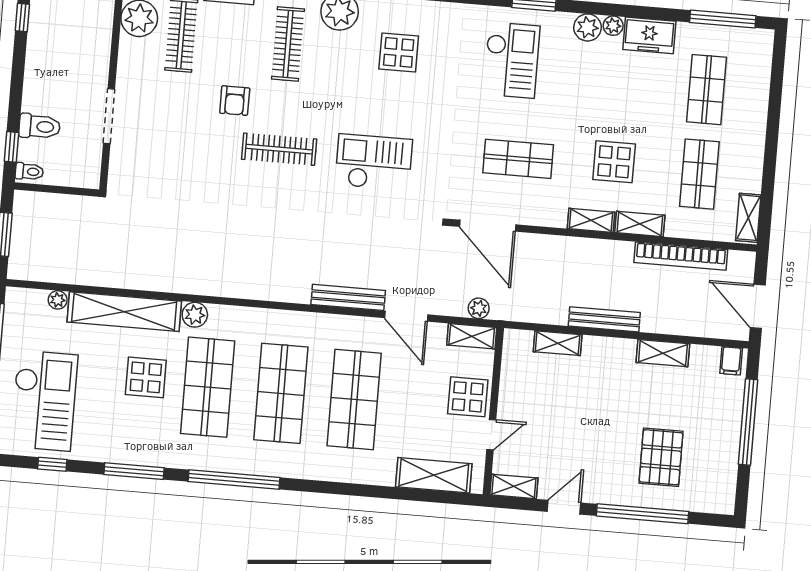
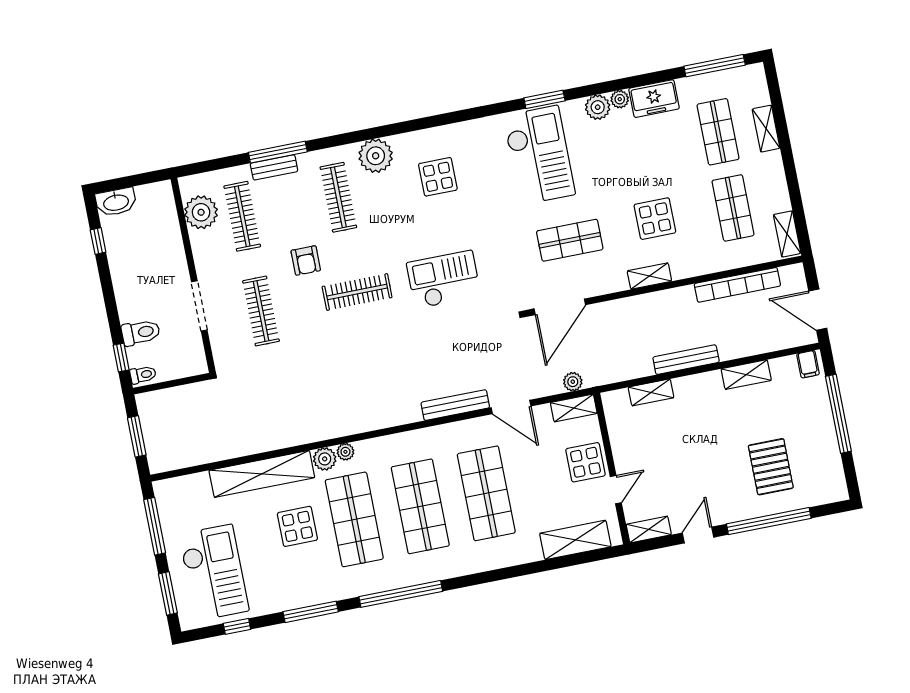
checkout: (512, 60) -> (539, 155), width x1.36, depth x1.21
clothes rail: (172, 140) -> (261, 311), added
shelving: (640, 224) -> (766, 129), moved, turned 90
door: (488, 226) -> (560, 307), hinge flipped
plant: (58, 300) -> (345, 452), moved

